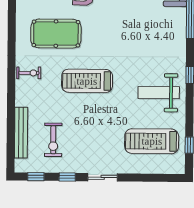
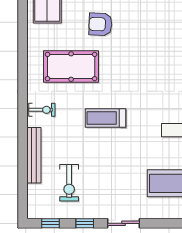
treadmill: (87, 81) -> (106, 118), width x0.73, depth x0.73
bench: (21, 133) -> (34, 155), moved

